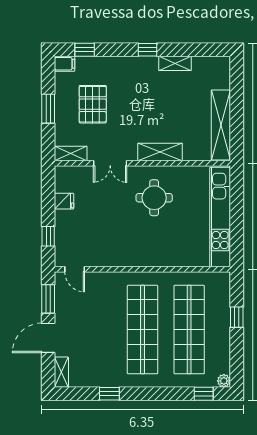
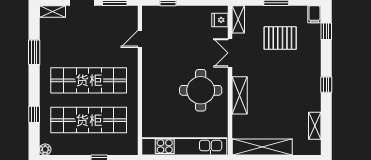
shelving: (175, 63) -> (315, 126), moved
round table: (154, 198) -> (201, 90), width x1.36, depth x1.36
fridge: (64, 201) -> (220, 20), moved, turned 90
door: (75, 269) -> (140, 39), moved
window: (109, 394) -> (34, 52), width x1.50
window: (204, 394) -> (34, 114), moved

